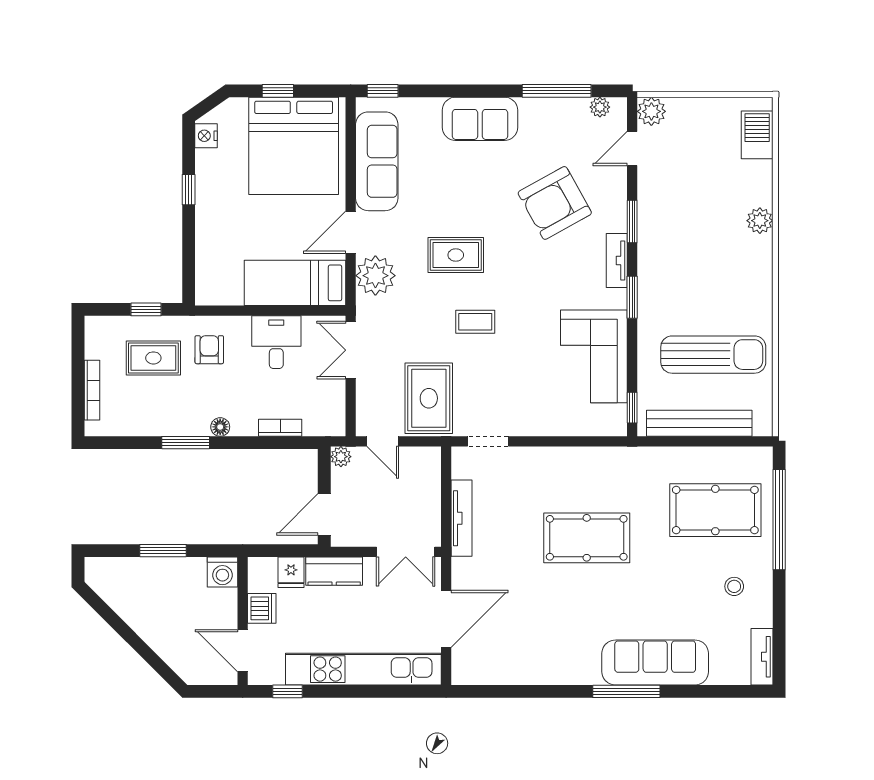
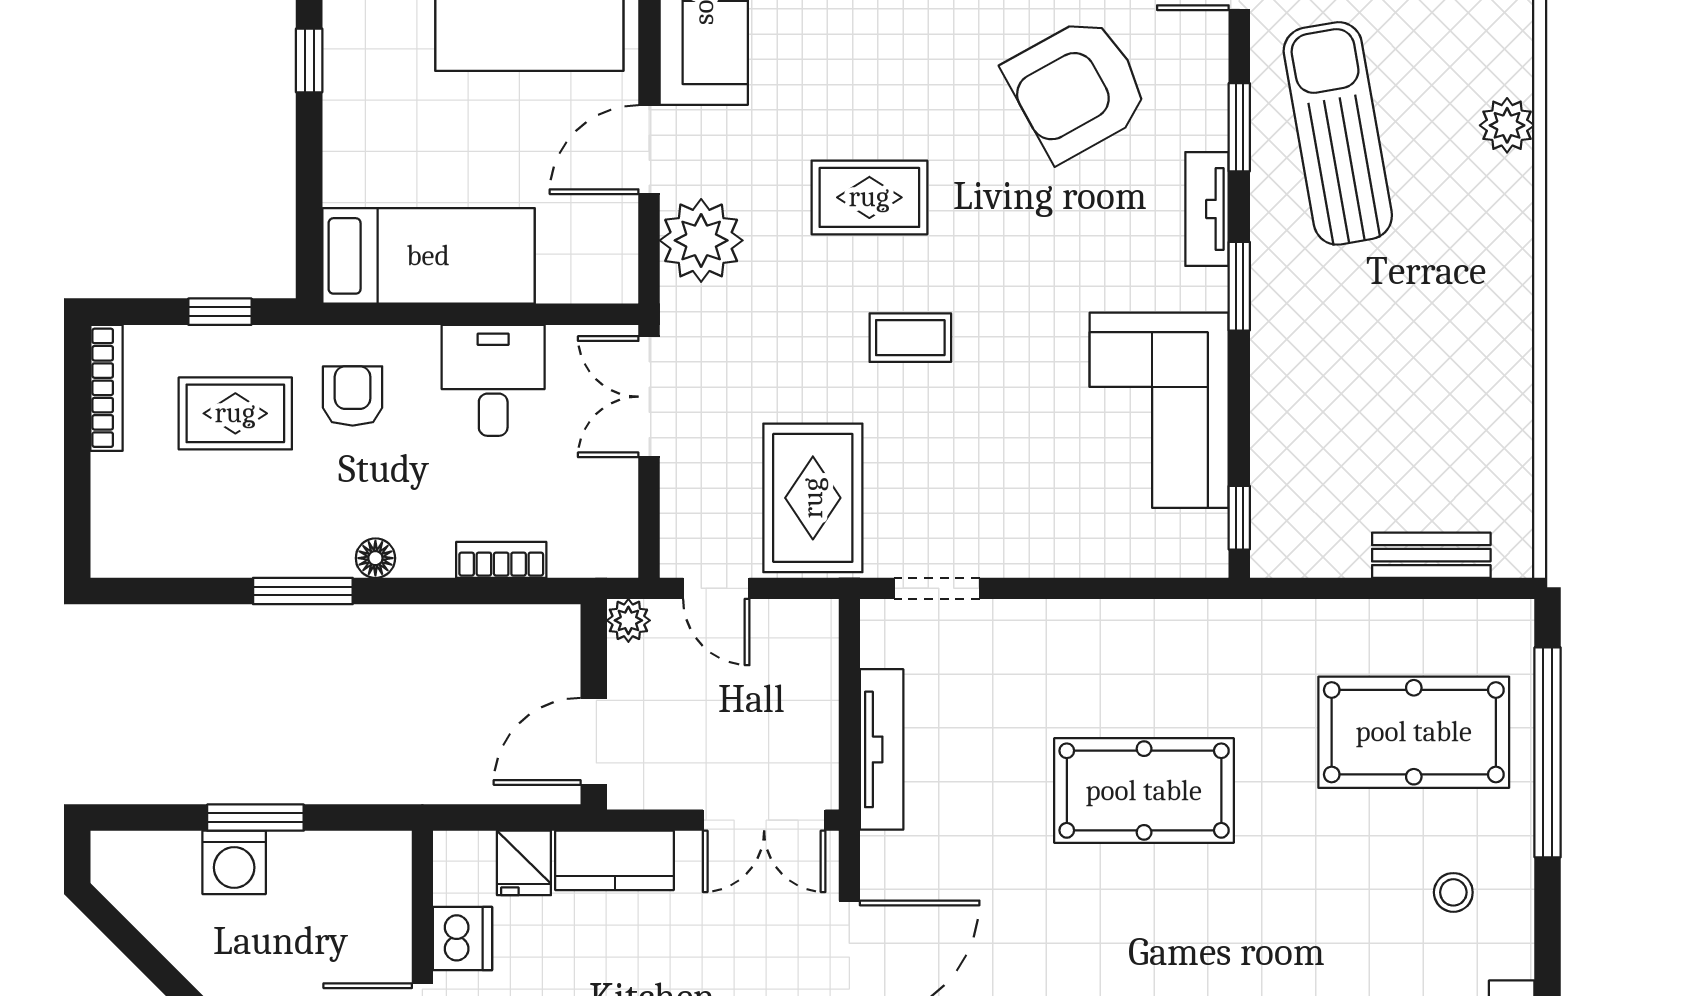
bed: (295, 283) -> (428, 256), moved, turned 180
sun lounger: (713, 355) -> (1338, 133), moved, turned -100
bookcase: (92, 390) -> (107, 388), moved
bench: (699, 423) -> (1431, 555), width x0.54, depth x0.82
washing machine: (222, 572) -> (234, 862), moved

